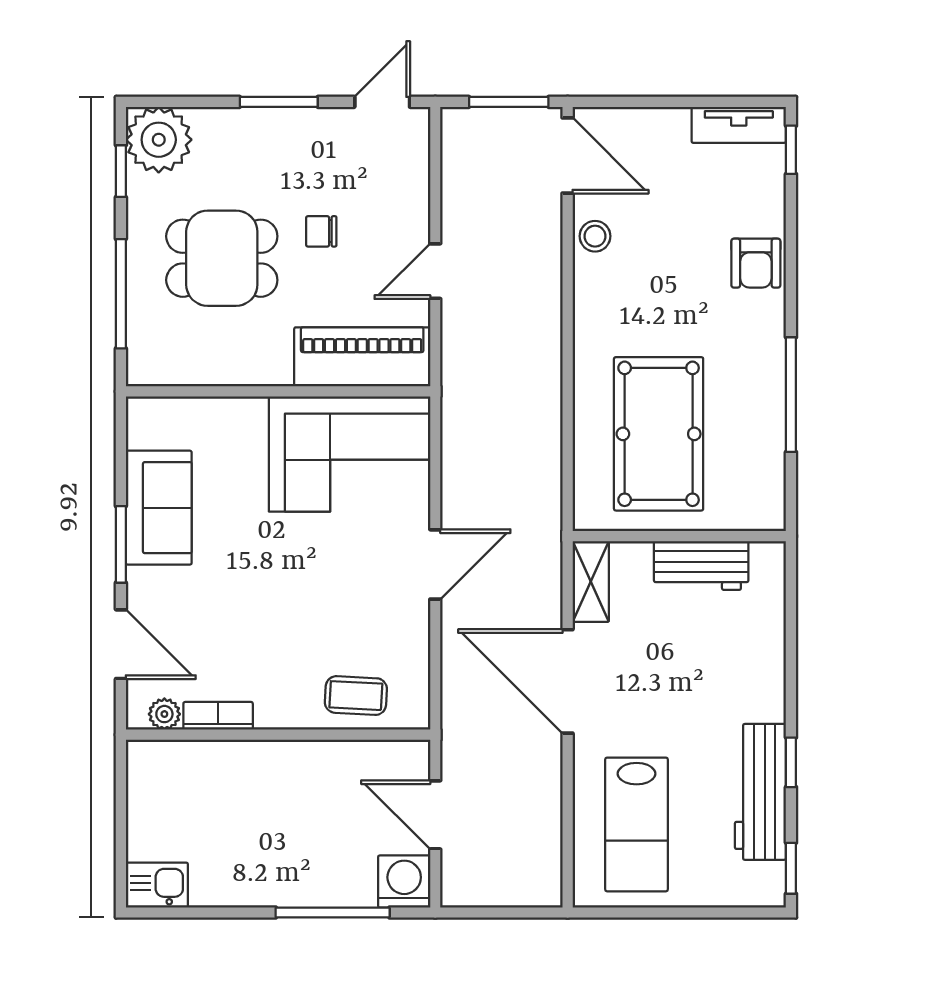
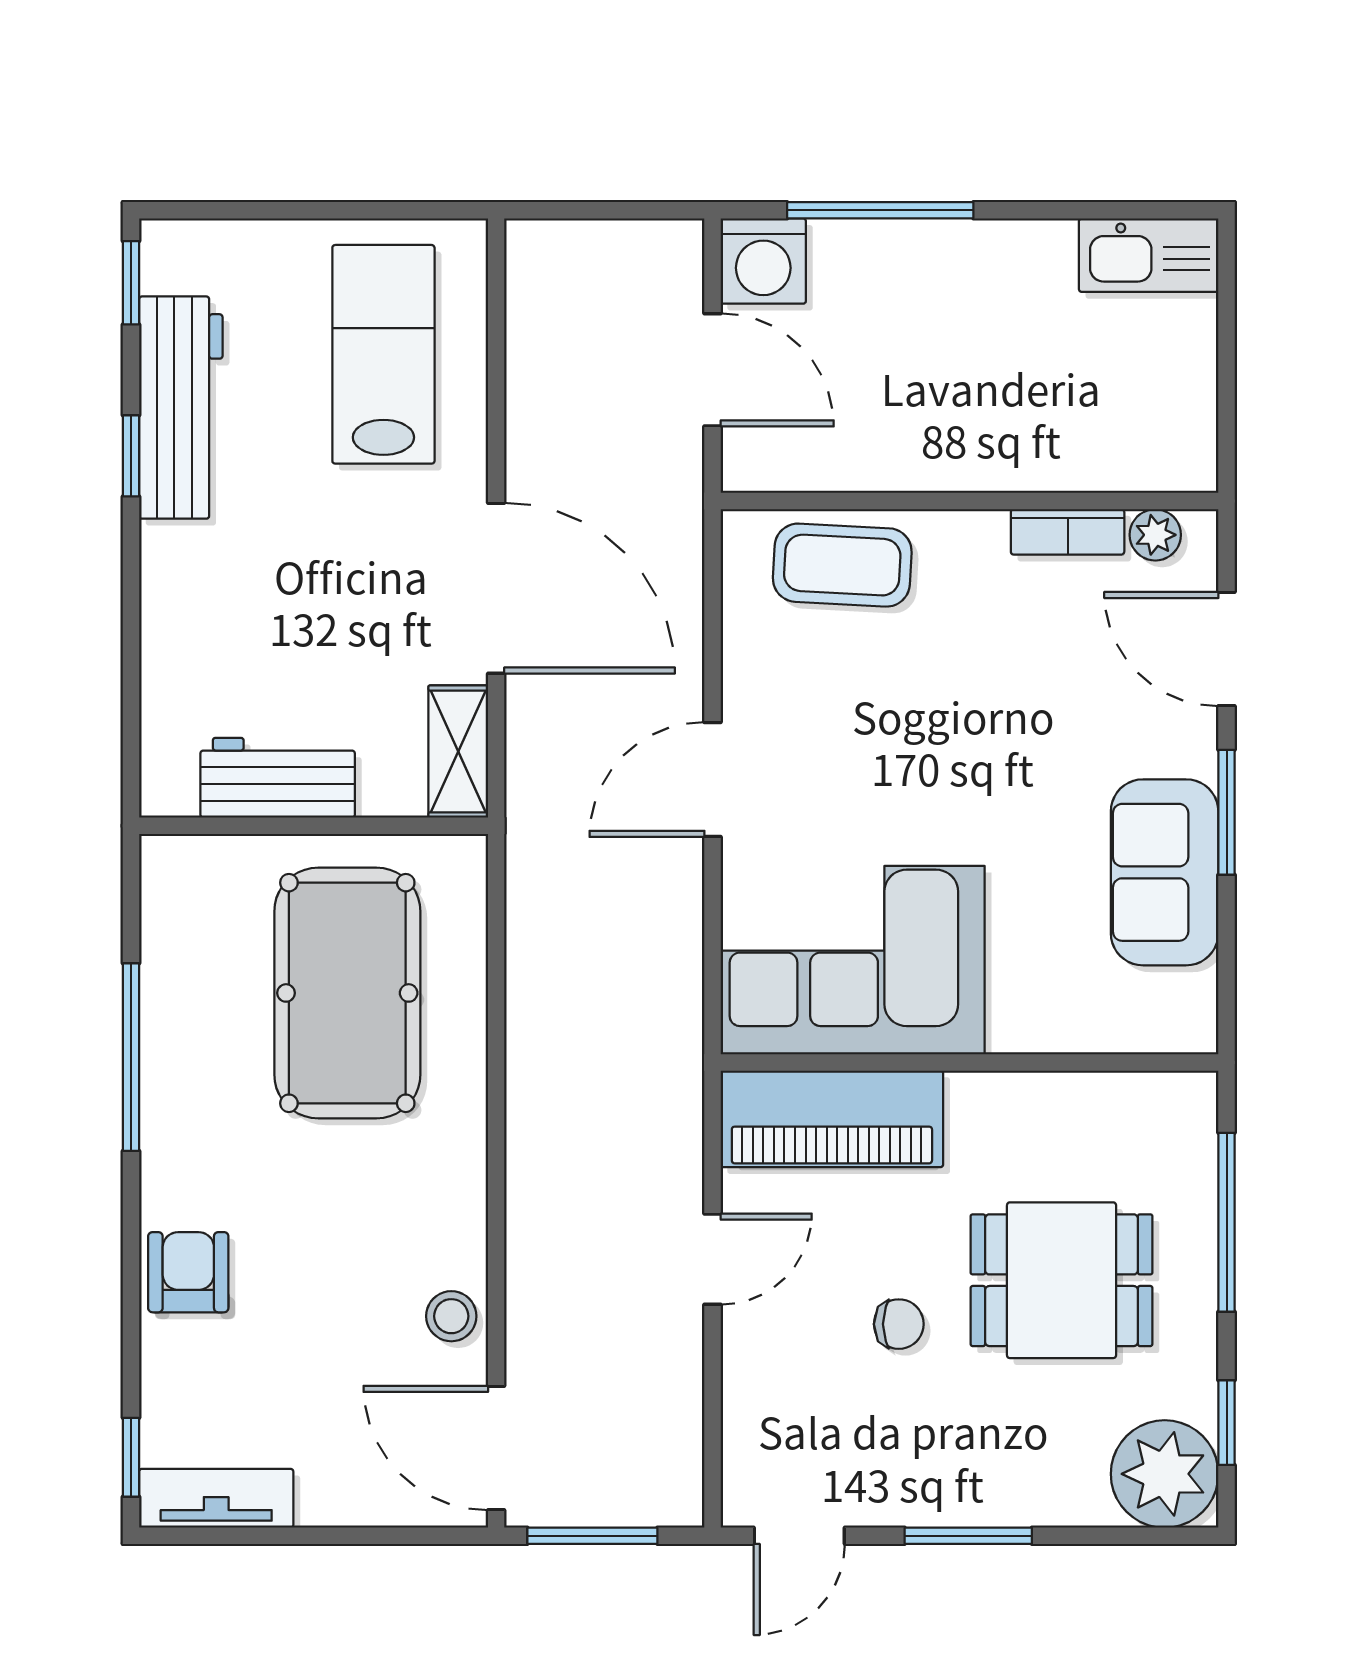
coffee table: (356, 696) -> (842, 565), width x1.36, depth x1.30
kitchen sink: (157, 885) -> (1149, 255), width x1.38

